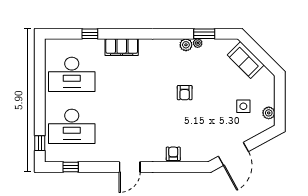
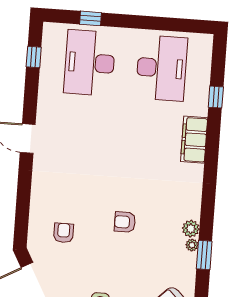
desk: (72, 74) -> (161, 68), turned 180
window: (40, 143) -> (90, 18), moved
armchair: (173, 154) -> (64, 233), moved, turned -90

